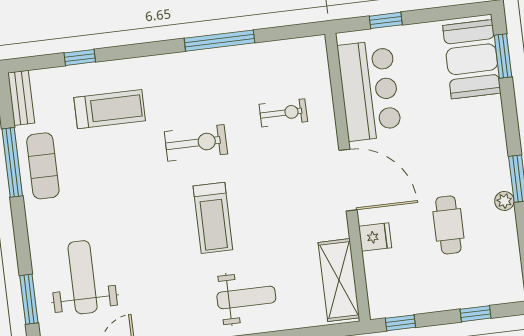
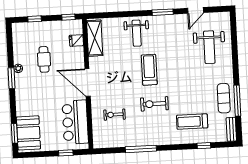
fridge: (375, 237) -> (76, 40), moved
weight bench: (246, 297) -> (137, 33), turned -90
window: (29, 299) -> (234, 39), removed

